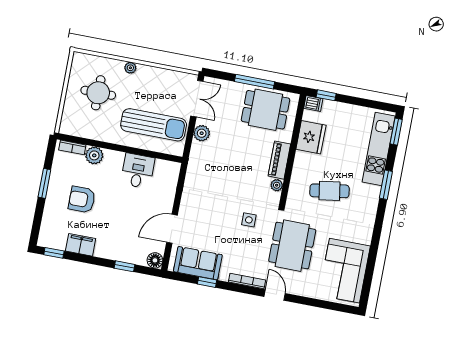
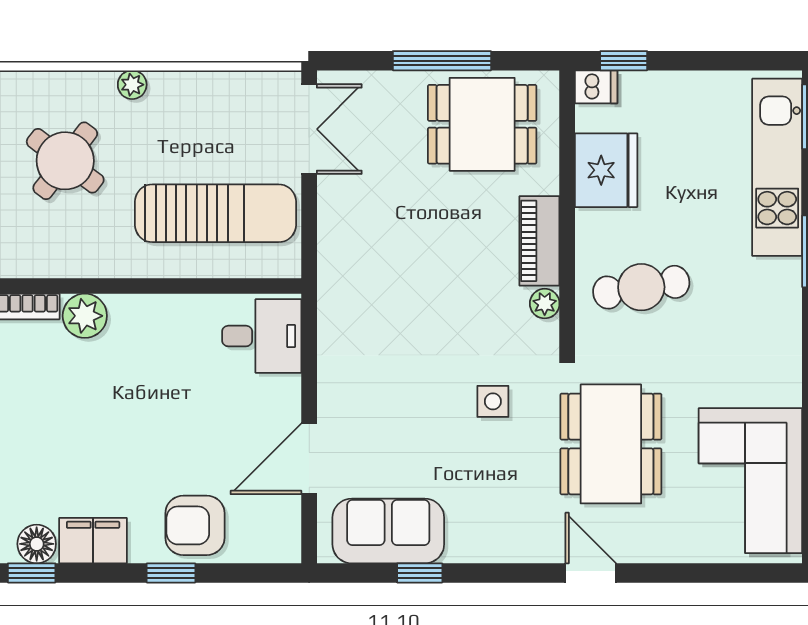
round table: (98, 93) -> (65, 161), turned 37
plant: (202, 133) -> (337, 211), removed
desk: (138, 171) -> (262, 336), moved, turned 90
cafe table: (329, 191) -> (641, 287), moved
armchair: (82, 200) -> (195, 525), moved
floor lamp: (155, 260) -> (37, 544), moved
window: (124, 266) -> (171, 573), moved
bookcase: (247, 281) -> (517, 552), removed

